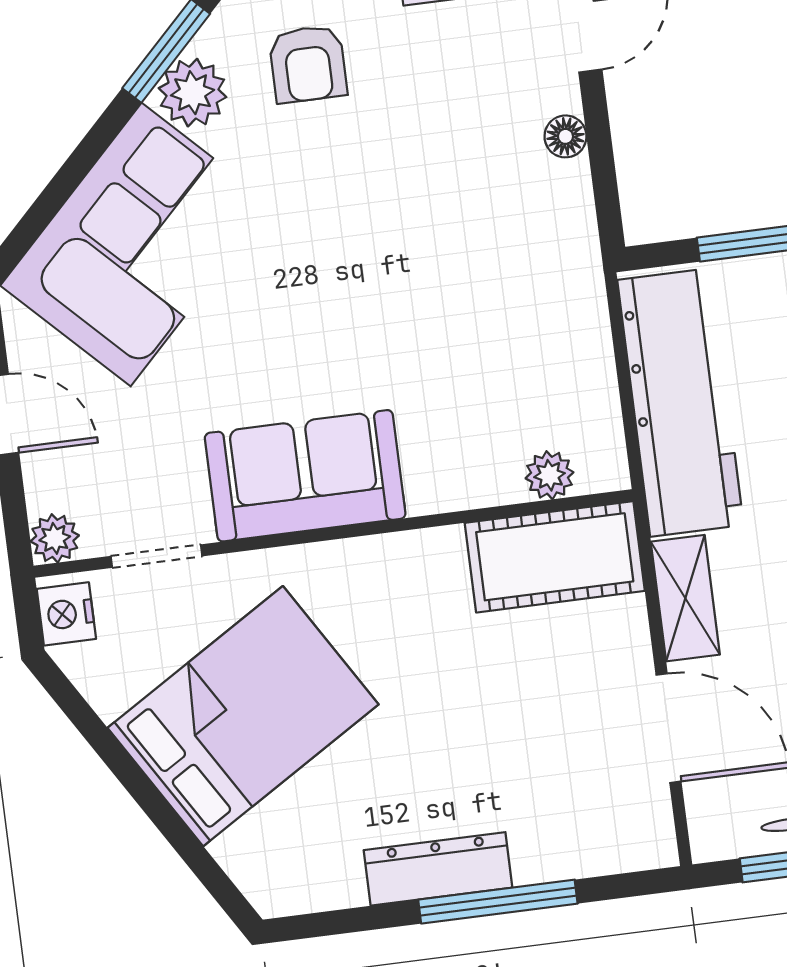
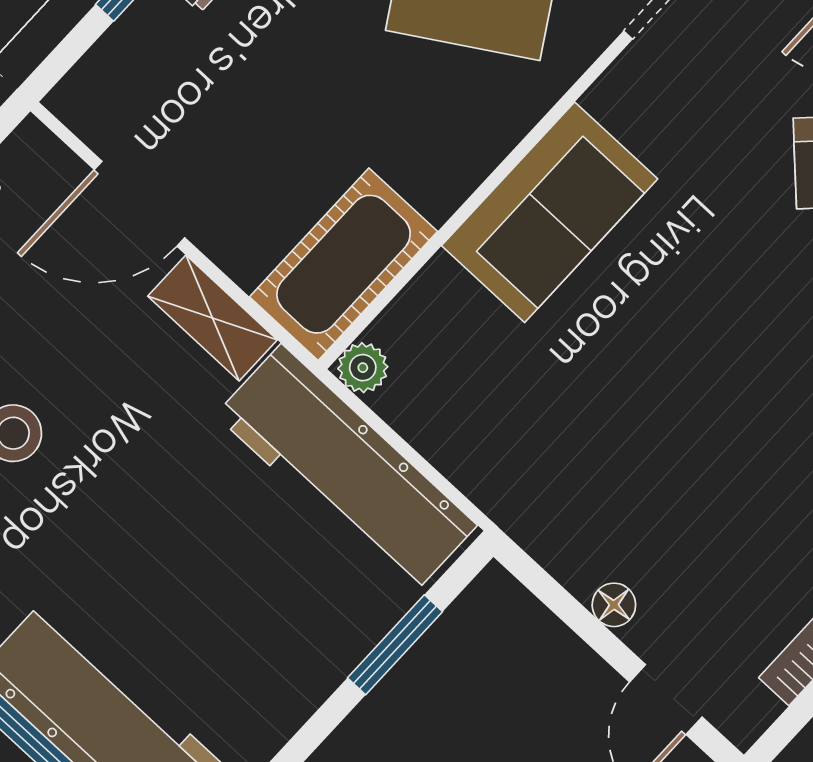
plant: (550, 475) -> (363, 368), moved
sofa: (305, 476) -> (550, 212), moved

